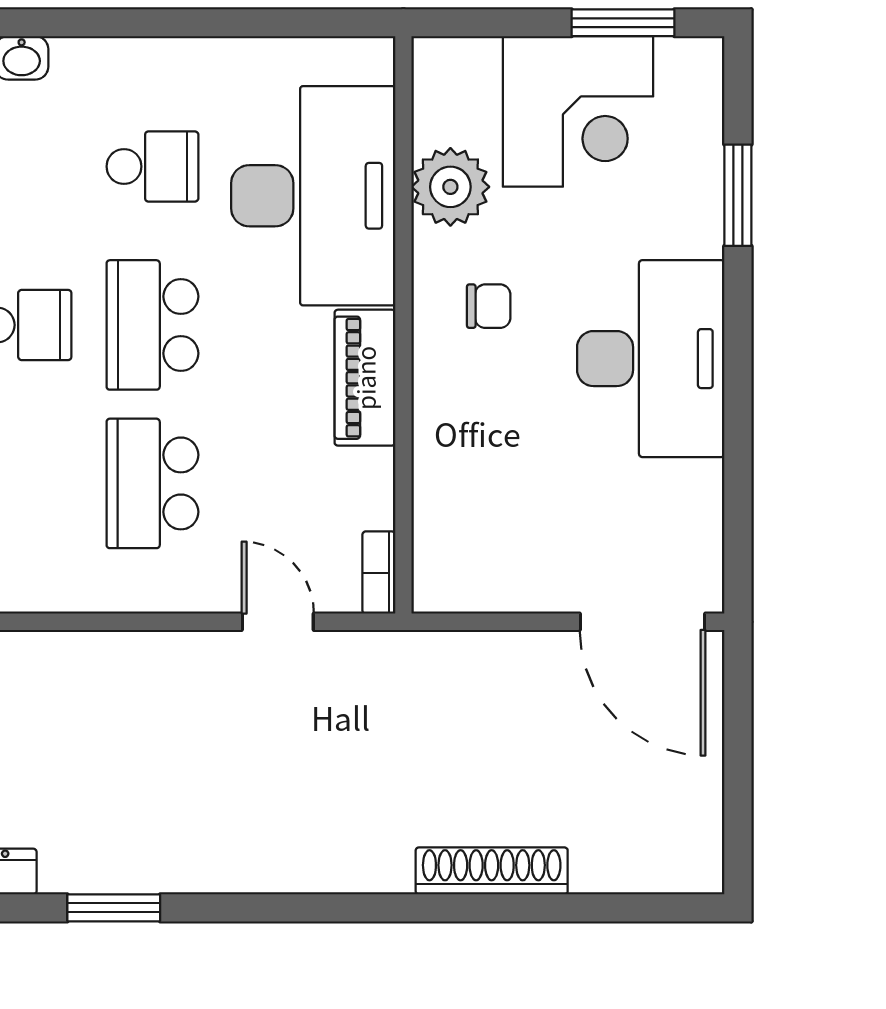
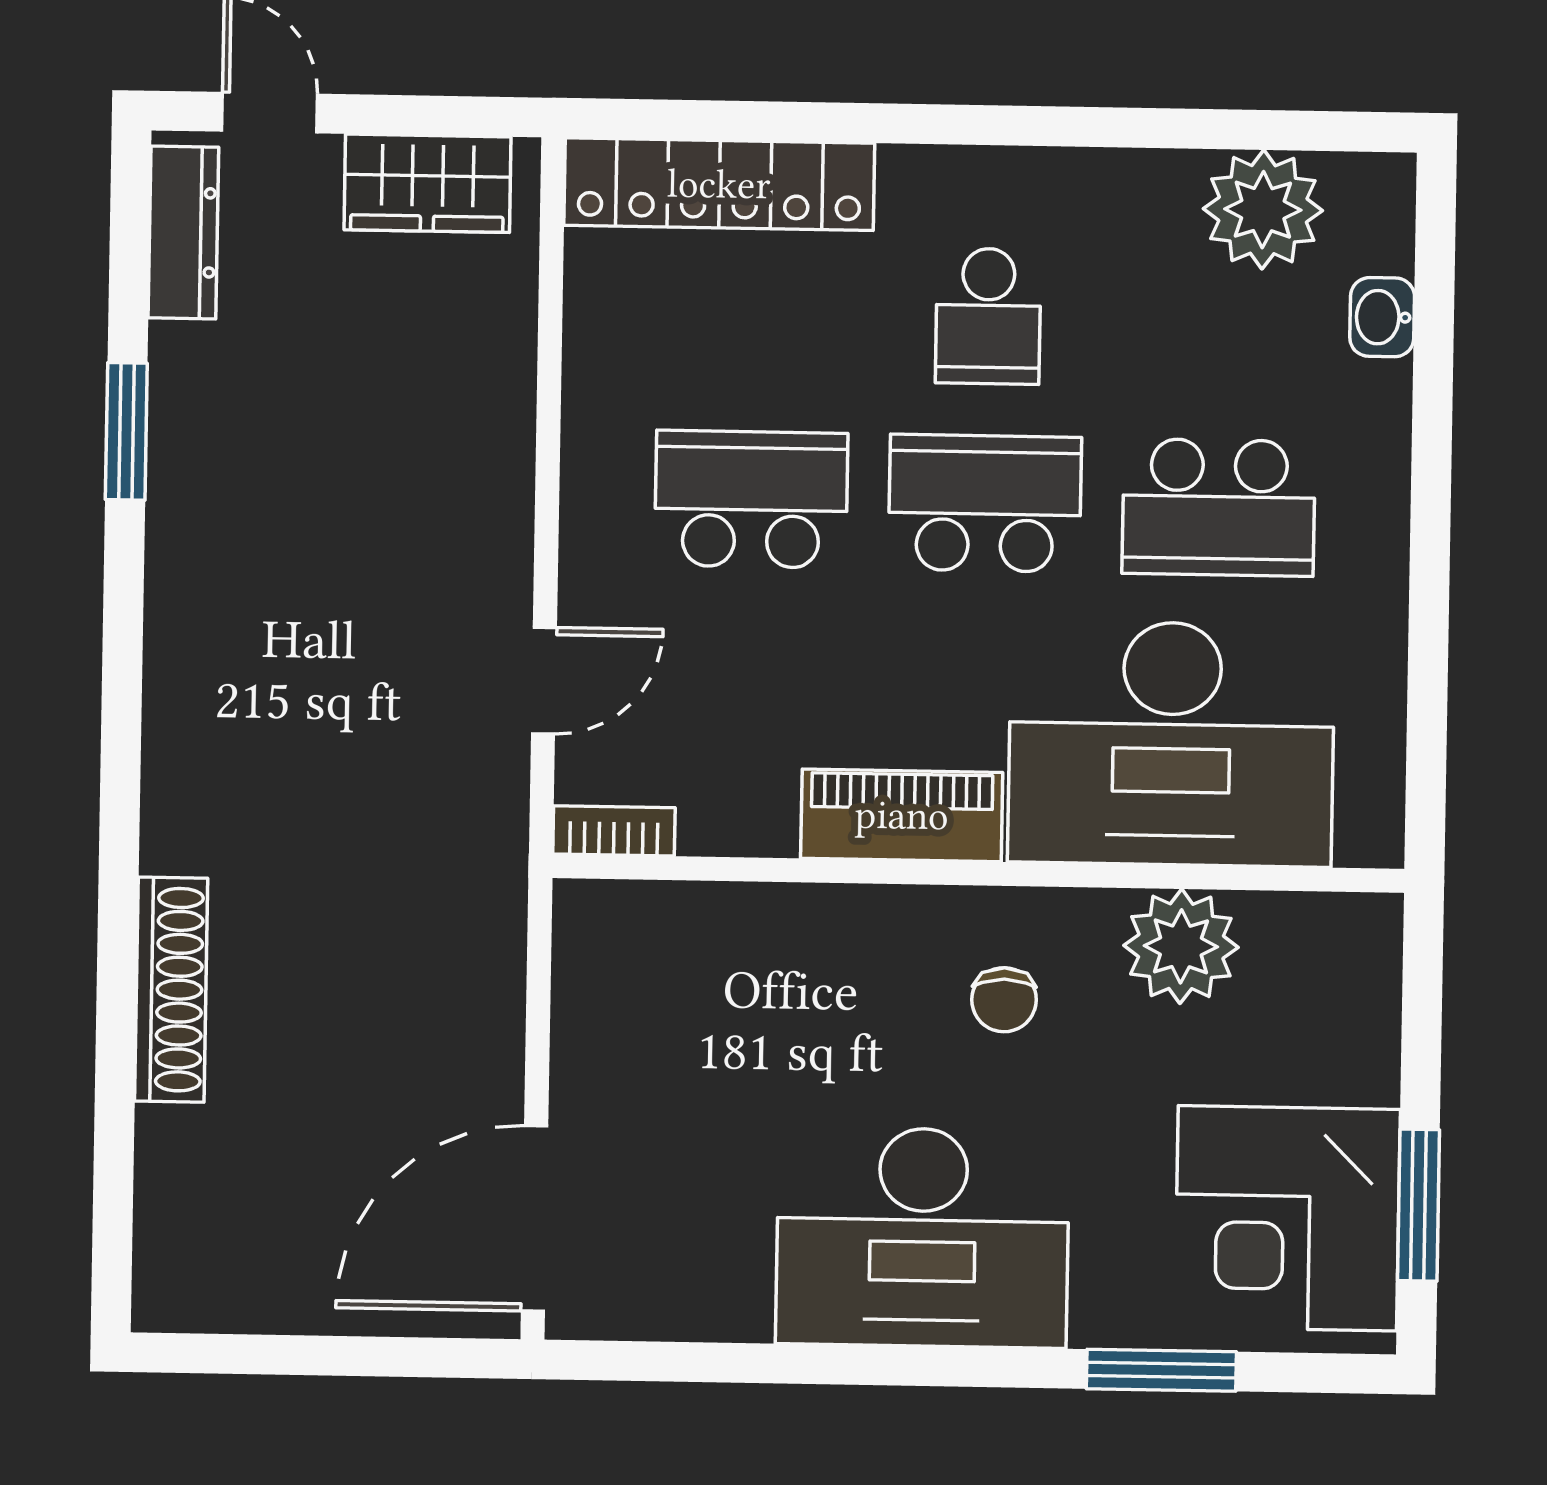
corner desk: (578, 111) -> (1287, 1218), moved
school desk: (152, 166) -> (1219, 507), width x1.85

